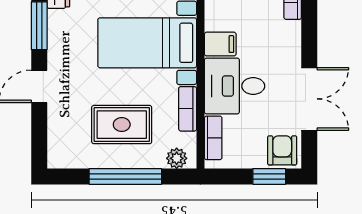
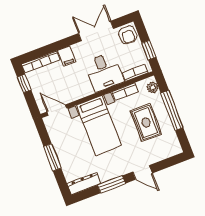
filing cabinet: (220, 44) -> (67, 56), moved, turned 180
armchair: (282, 150) -> (128, 35), turned -90
window: (269, 176) -> (149, 50), moved

